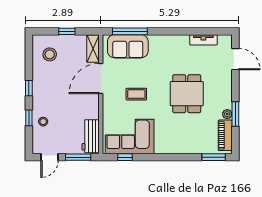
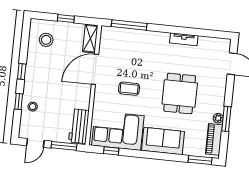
tv unit: (203, 40) -> (184, 39), moved
sofa: (128, 46) -> (163, 141), moved, turned 180

